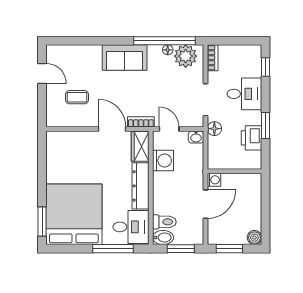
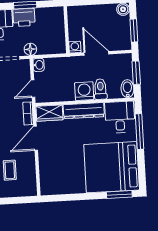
printer: (251, 138) -> (24, 17), moved
washing machine: (163, 161) -> (84, 91), moved
toilet: (164, 222) -> (100, 89), moved

